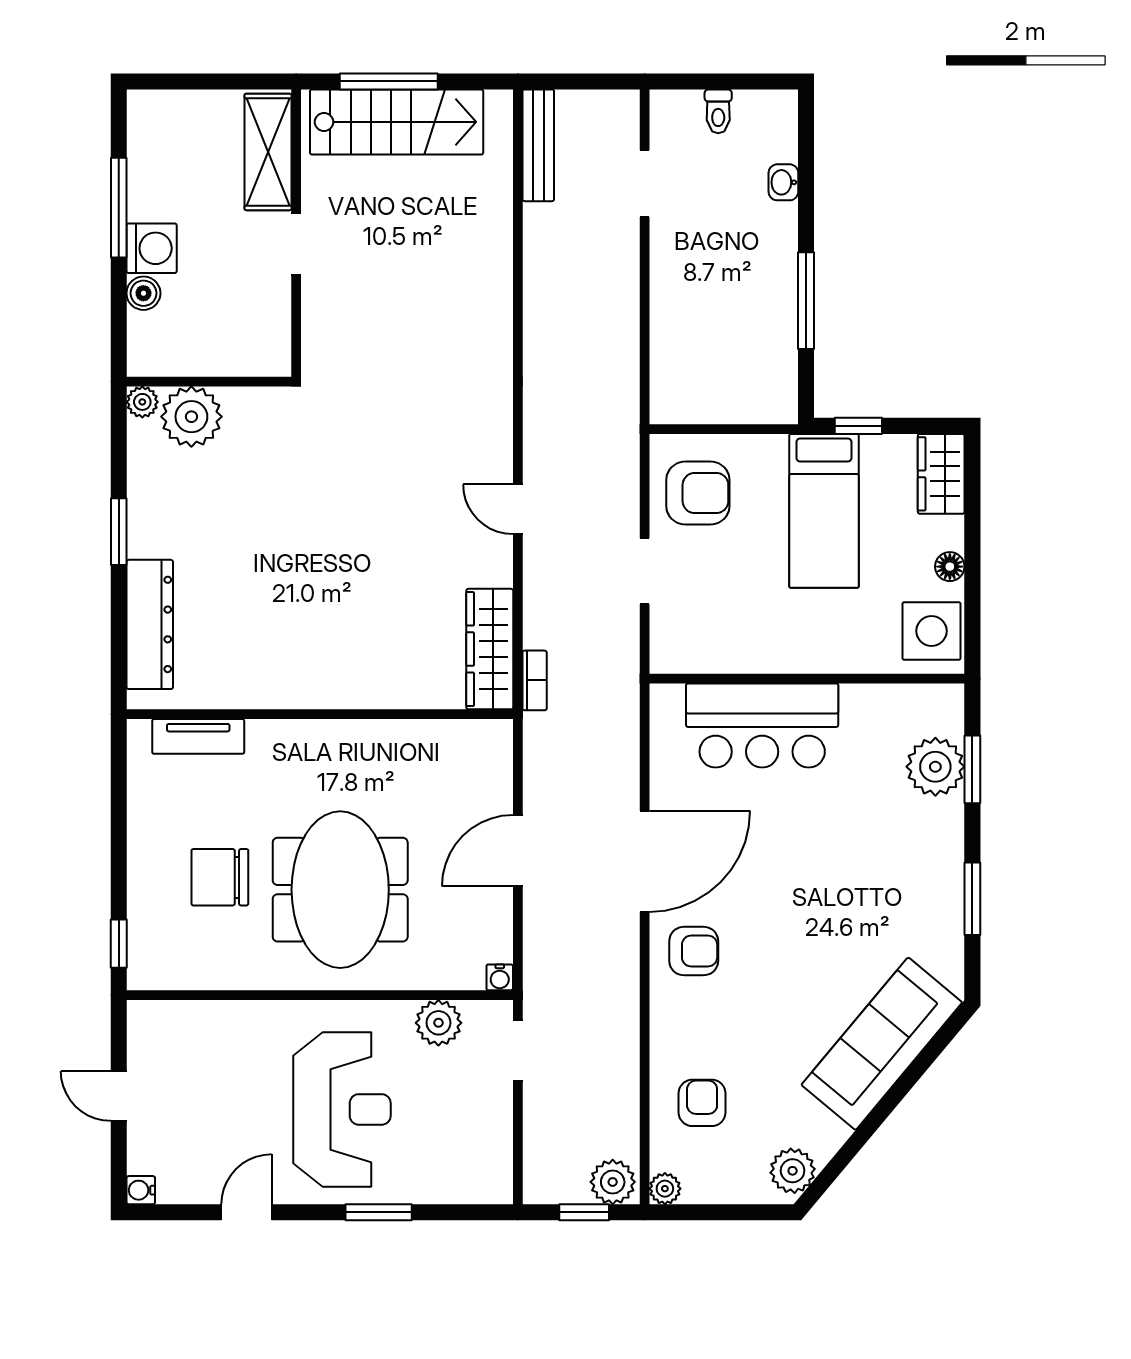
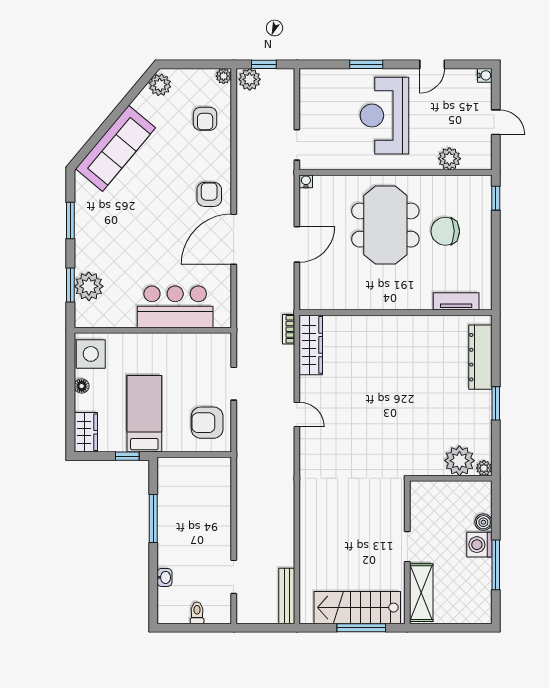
chair: (220, 877) -> (445, 231), turned 180
armchair: (694, 951) -> (209, 194), turned 90
plant: (438, 1023) -> (449, 159), moved

